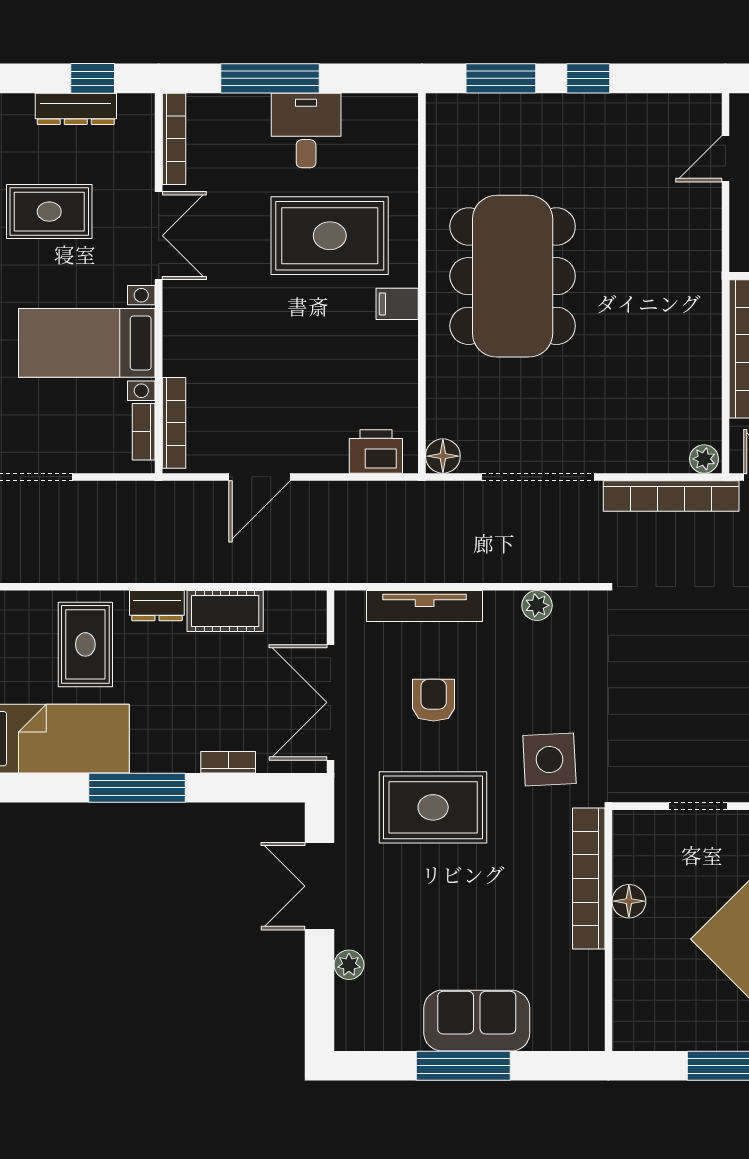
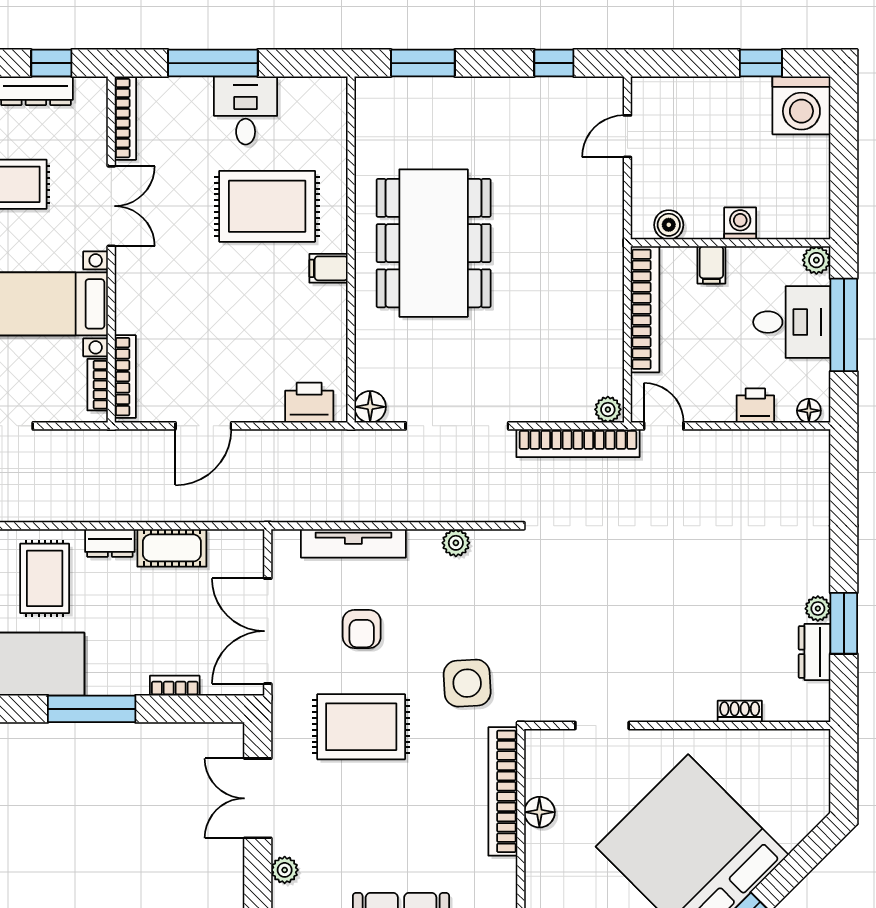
window: (588, 78) -> (554, 63), moved
armchair: (434, 700) -> (362, 629), turned 180

